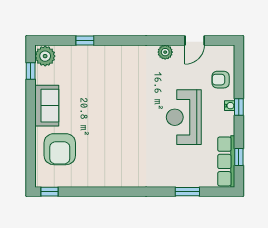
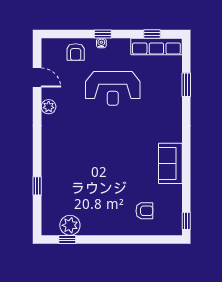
plant: (45, 56) -> (70, 225), moved
sofa: (47, 106) -> (170, 163), moved, turned -90
armchair: (60, 149) -> (144, 211), width x0.53, depth x0.53

